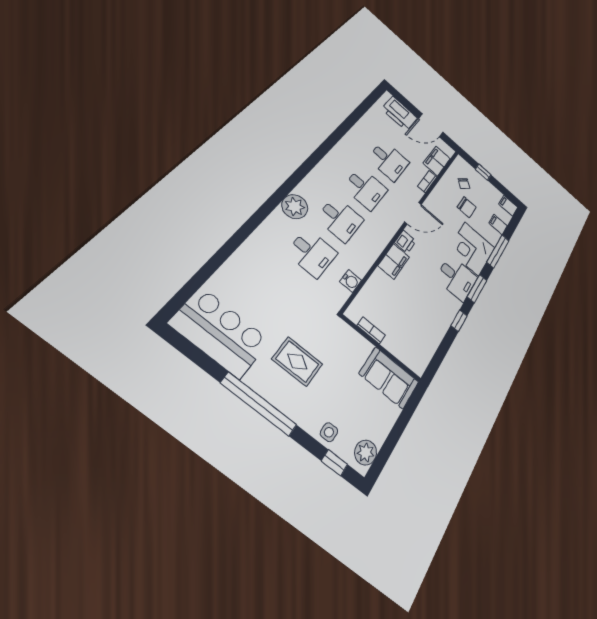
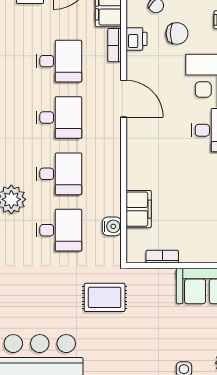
door: (413, 213) -> (124, 99), hinge flipped
printer: (405, 242) -> (137, 39), moved
filing cabinet: (394, 261) -> (139, 209), moved
rug: (297, 362) -> (105, 297), moved

